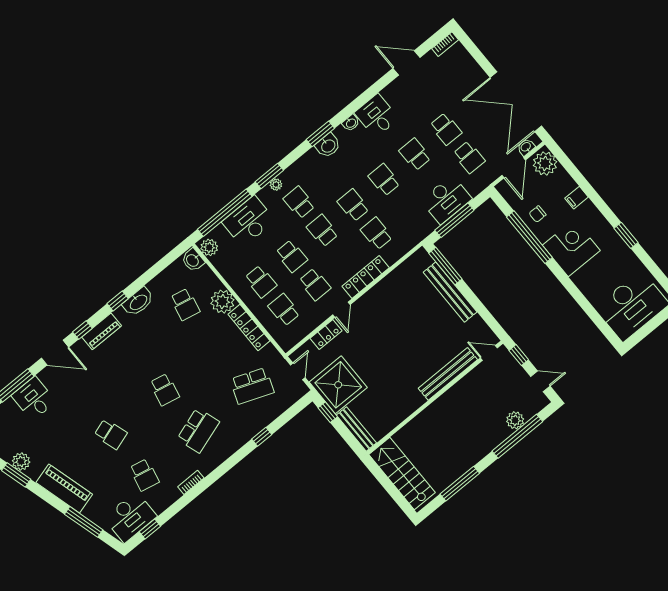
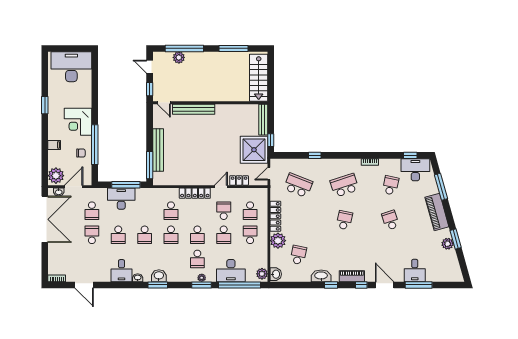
school desk: (469, 157) -> (92, 211), turned 180
school desk: (292, 256) -> (224, 235), turned 180

